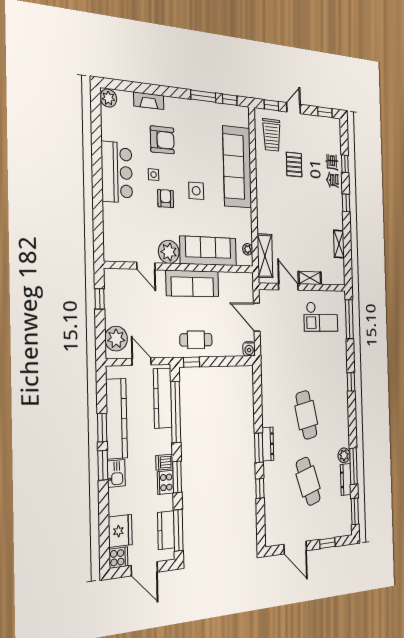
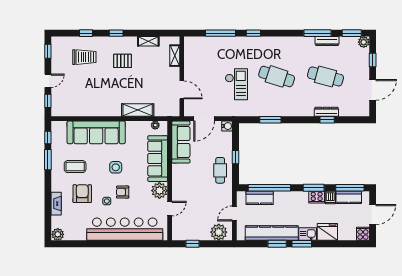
door: (293, 108) -> (48, 81), swing flipped
coffee table: (196, 133) -> (75, 167), added
trolley: (272, 135) -> (84, 57), moved
pallet: (294, 165) -> (123, 61), moved
bar counter: (117, 172) -> (125, 229), width x1.86
shelving: (265, 256) -> (138, 110), moved
shelving: (310, 278) -> (175, 56), moved
sofa: (192, 283) -> (181, 142), moved
door: (288, 287) -> (182, 90), swing flipped
checkout: (321, 317) -> (236, 84), moved
window: (349, 319) -> (221, 33), moved
window: (192, 362) -> (235, 157), moved
kitchen counter: (163, 398) -> (260, 198), width x0.67
cafe table: (306, 415) -> (277, 76), turned 30
dresser: (268, 444) -> (326, 112), moved
window: (259, 448) -> (270, 120), moved
plant: (344, 455) -> (364, 42), moved
dishwasher: (164, 462) -> (330, 198), moved
cafe table: (308, 481) -> (326, 76), turned 33
fridge: (120, 531) -> (327, 232), moved

